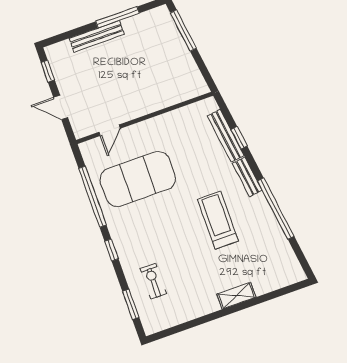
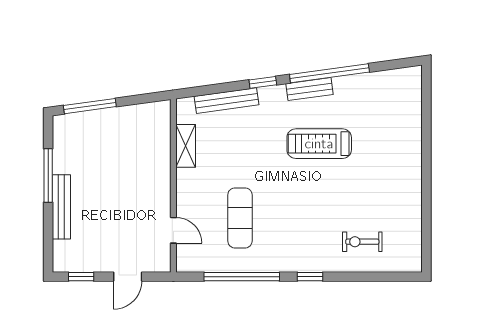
window: (239, 138) -> (263, 82), moved
bench: (247, 177) -> (310, 89), moved
exercise mat: (138, 179) -> (240, 218), width x0.50, depth x0.69
shelving: (236, 296) -> (186, 146), moved
window: (131, 304) -> (380, 277), removed

